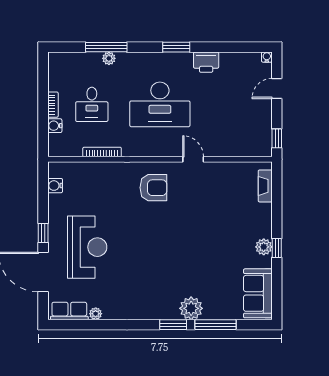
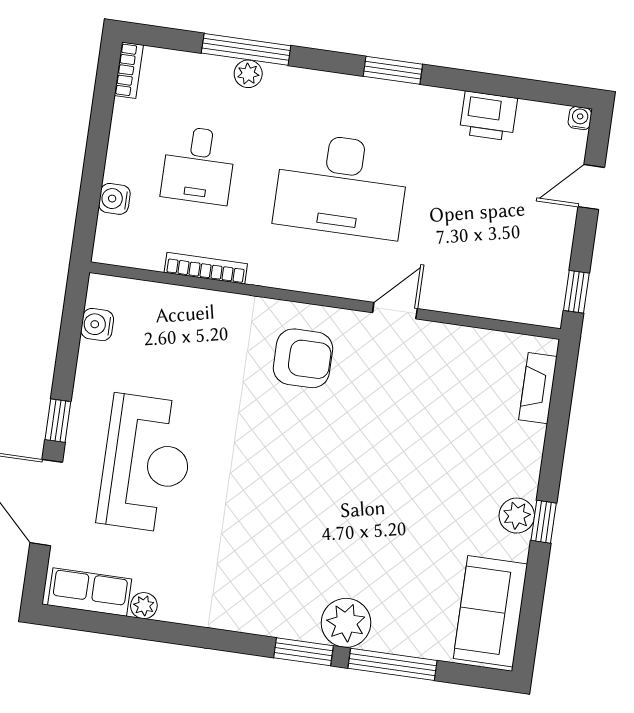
printer: (206, 62) -> (488, 116), moved
bookcase: (53, 105) -> (129, 70), moved
door: (193, 159) -> (395, 311), hinge flipped

